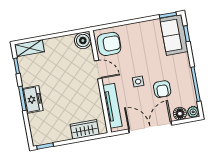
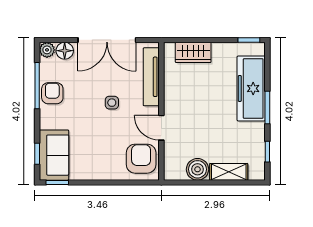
boiler: (83, 41) -> (198, 169), moved
armchair: (109, 44) -> (141, 159), turned 90
shelving: (29, 48) -> (229, 172), moved
armchair: (162, 89) -> (52, 93), moved
freezer: (33, 99) -> (251, 88), width x1.91, depth x1.26

